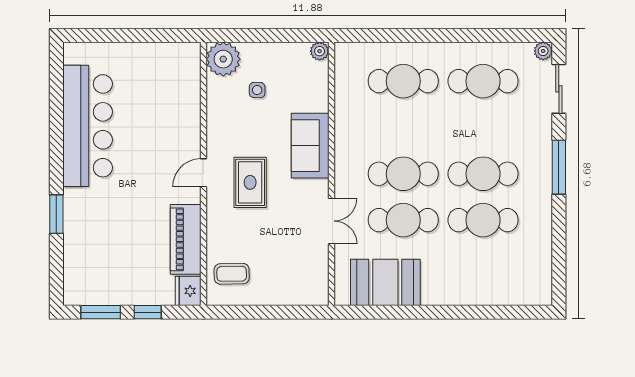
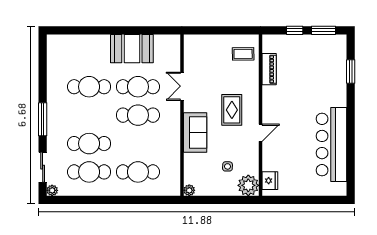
door: (203, 173) -> (260, 133), moved
cafe table: (483, 174) -> (89, 144), moved
window: (56, 214) -> (351, 71), moved
piano: (186, 239) -> (269, 69), width x0.73, depth x0.75
booth: (385, 282) -> (132, 49), moved
fridge: (188, 291) -> (270, 181), moved

